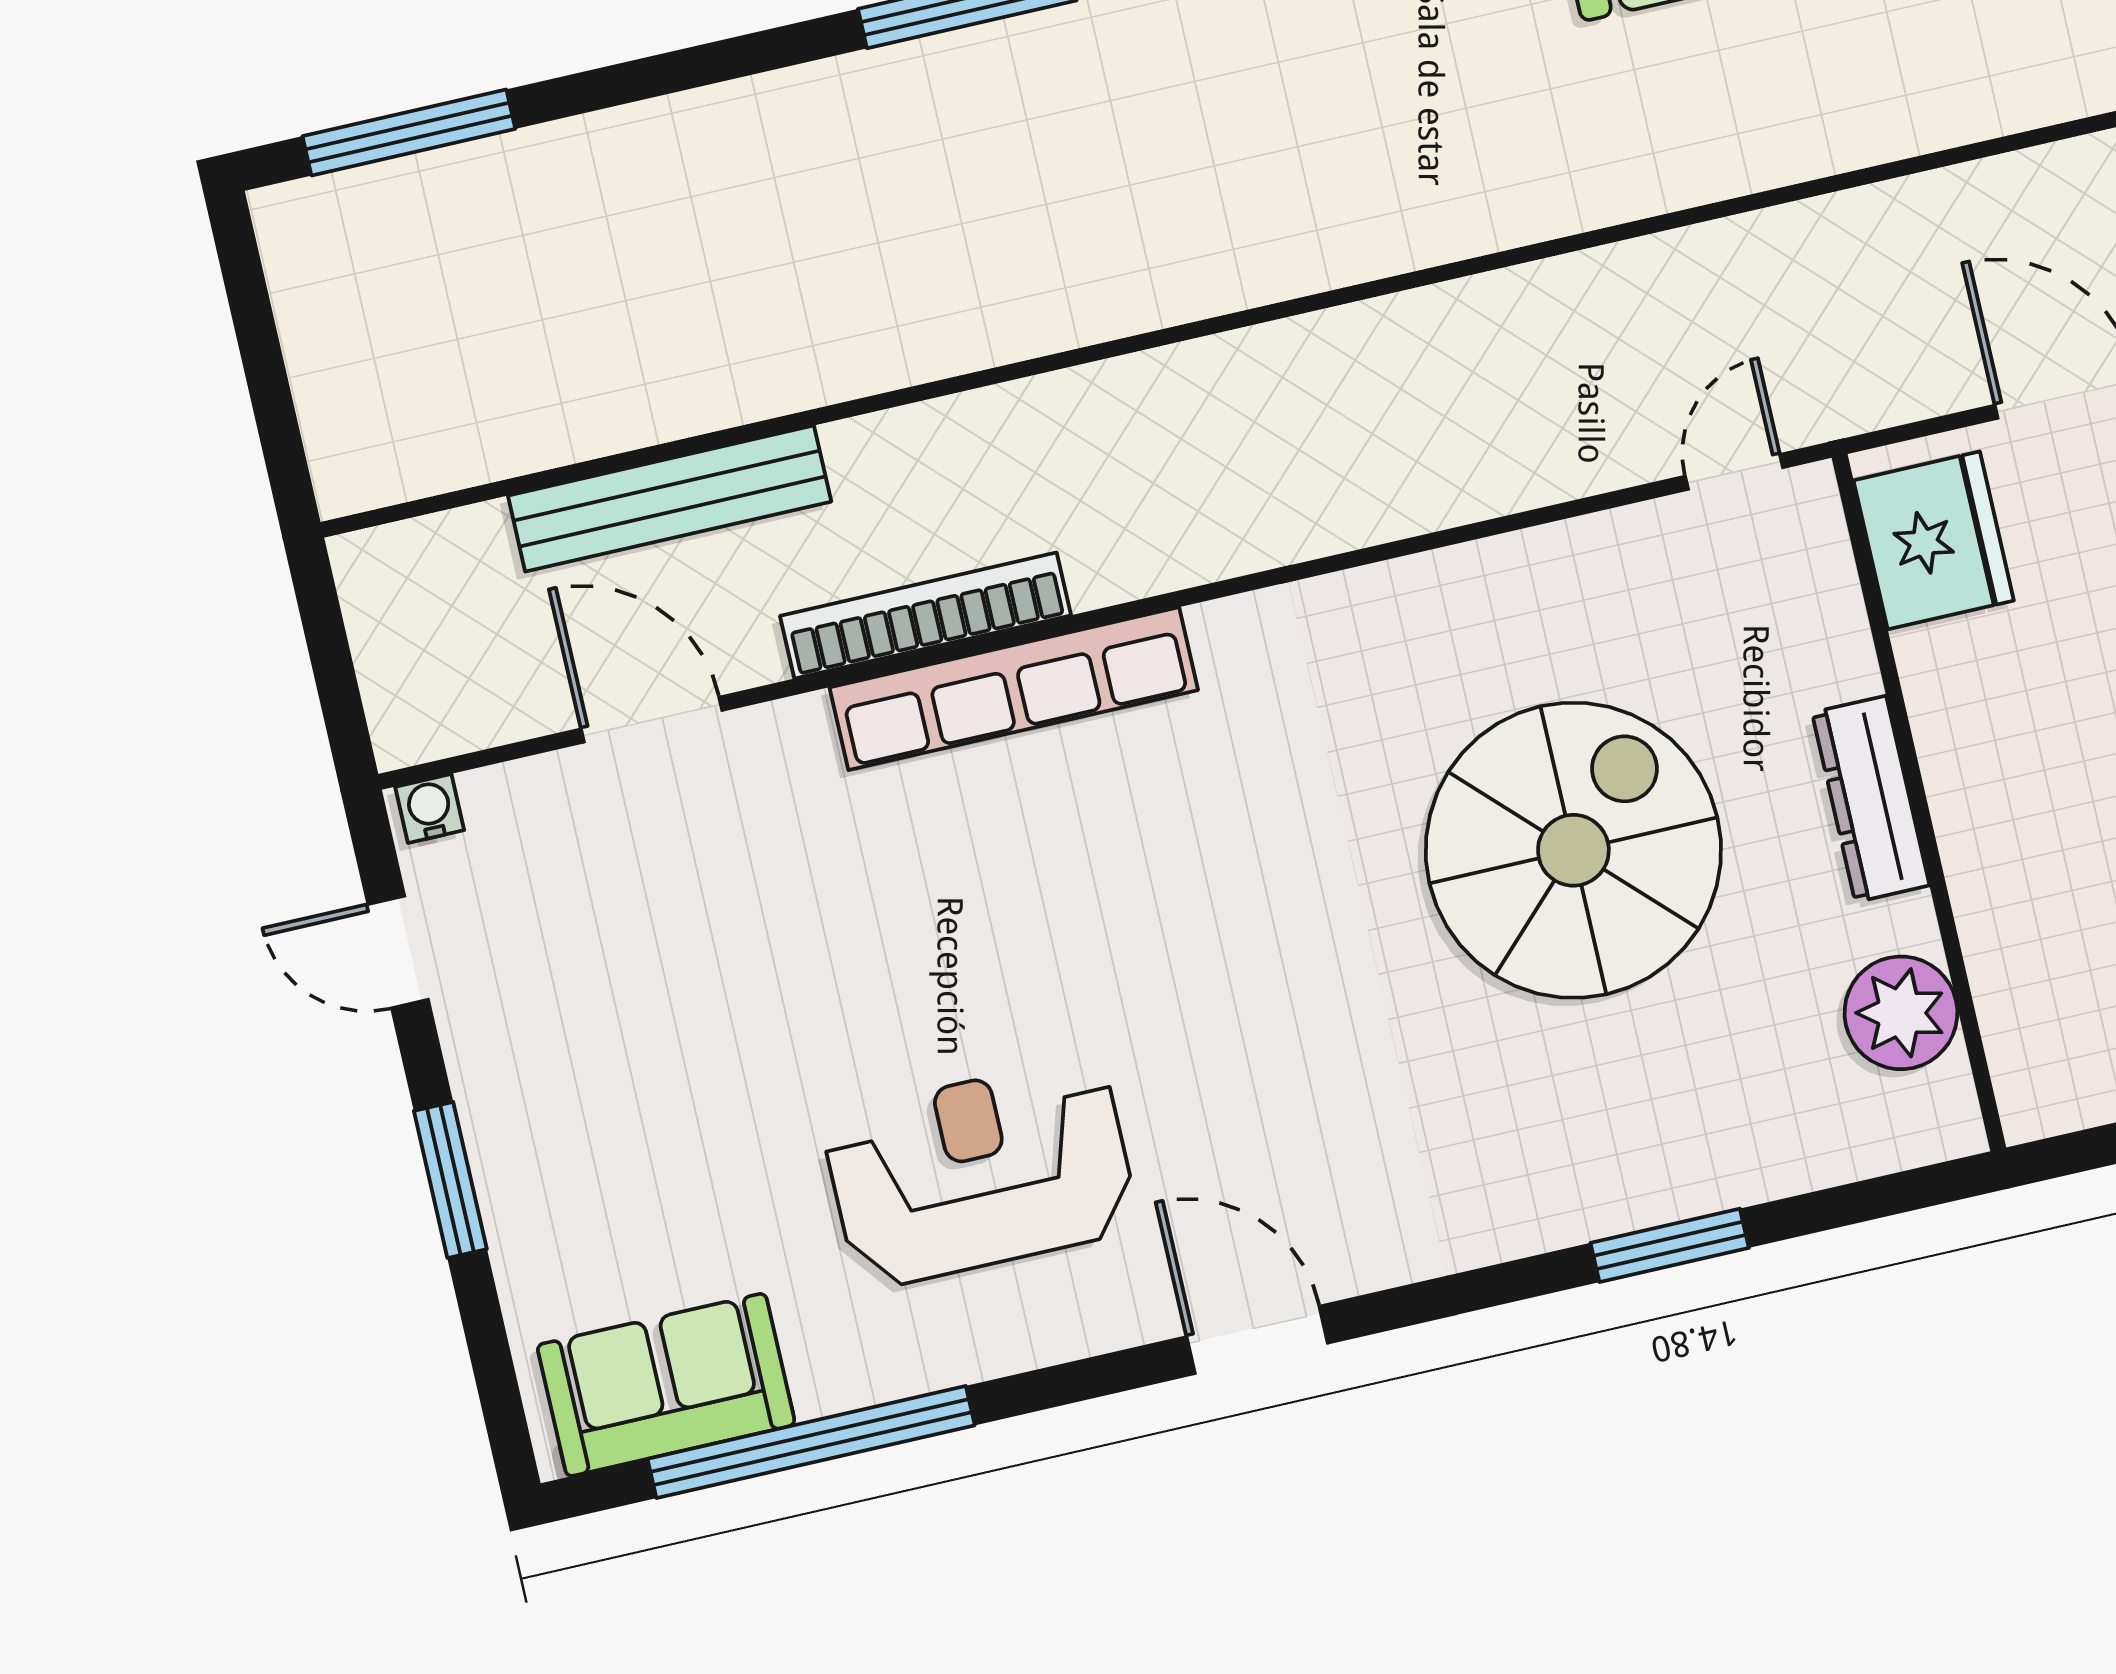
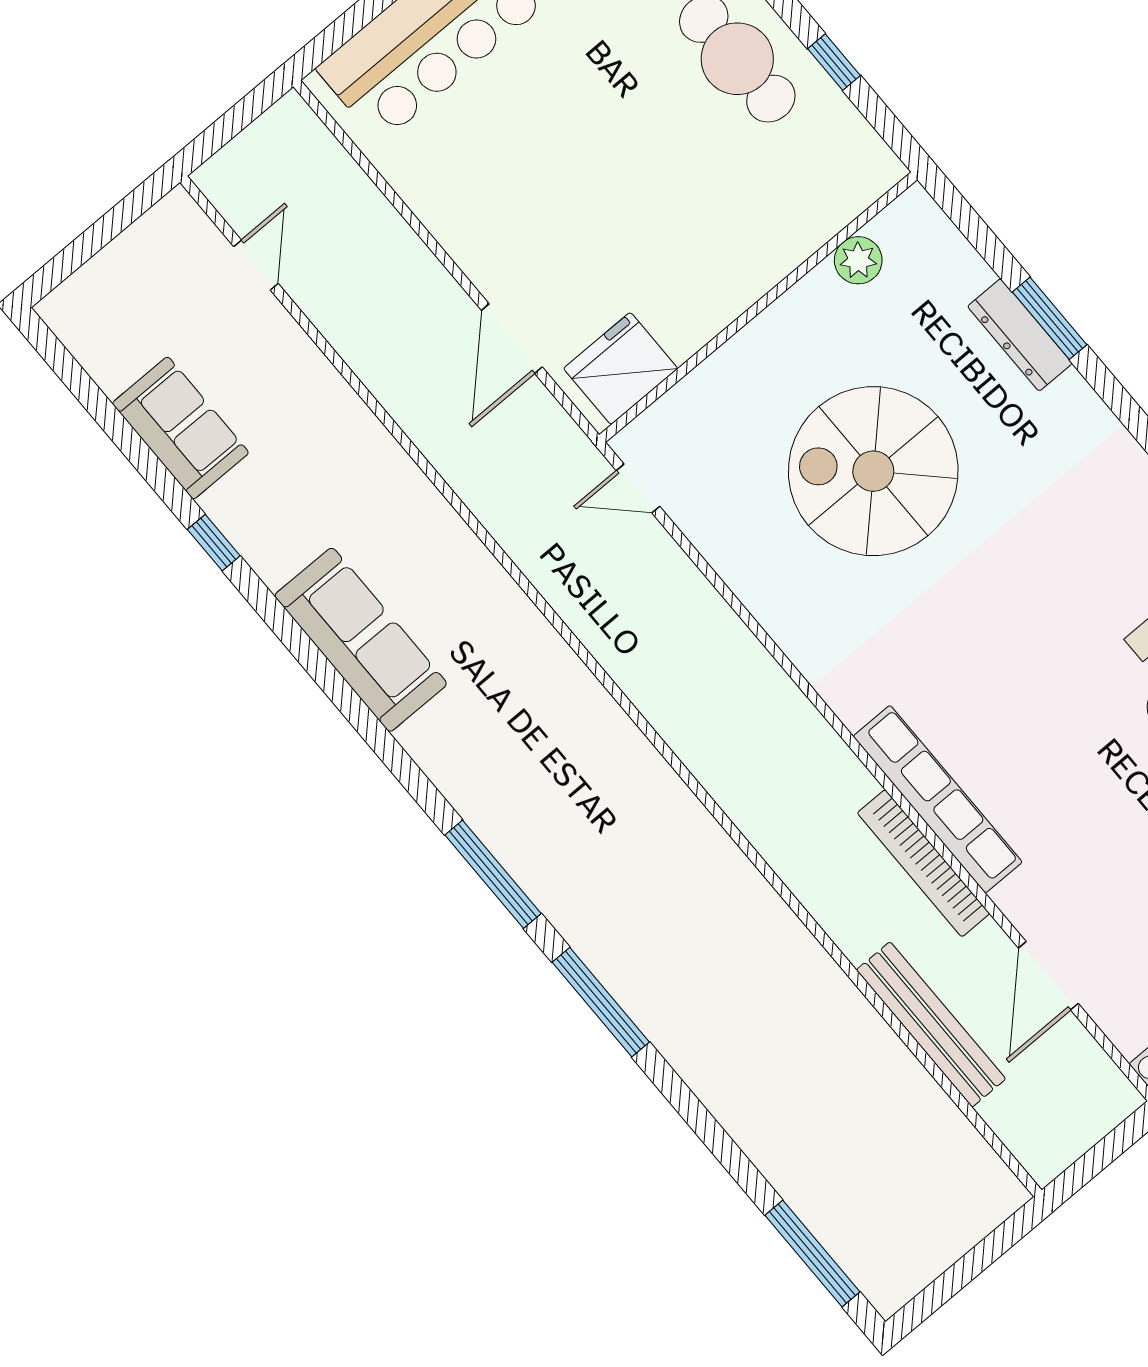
dresser: (1871, 799) -> (1020, 335), moved, turned 90
plant: (1901, 1013) -> (858, 260), width x0.73, depth x0.73

